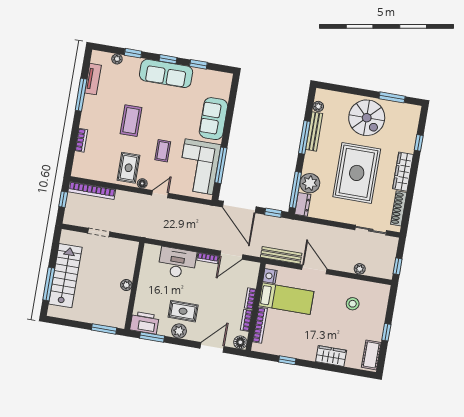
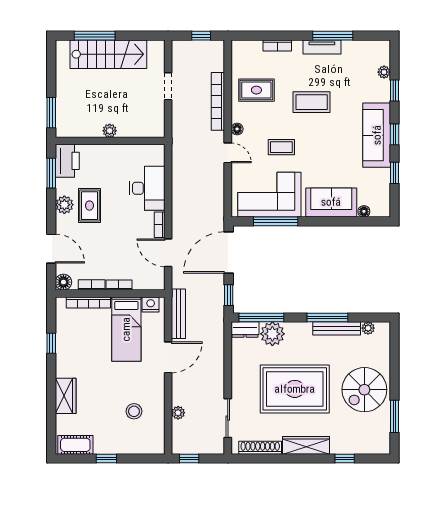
tv unit: (93, 79) -> (322, 47), moved
floor lamp: (225, 94) -> (364, 211), added
rug: (129, 168) -> (256, 90), moved
bookcase: (92, 191) -> (218, 101), moved

